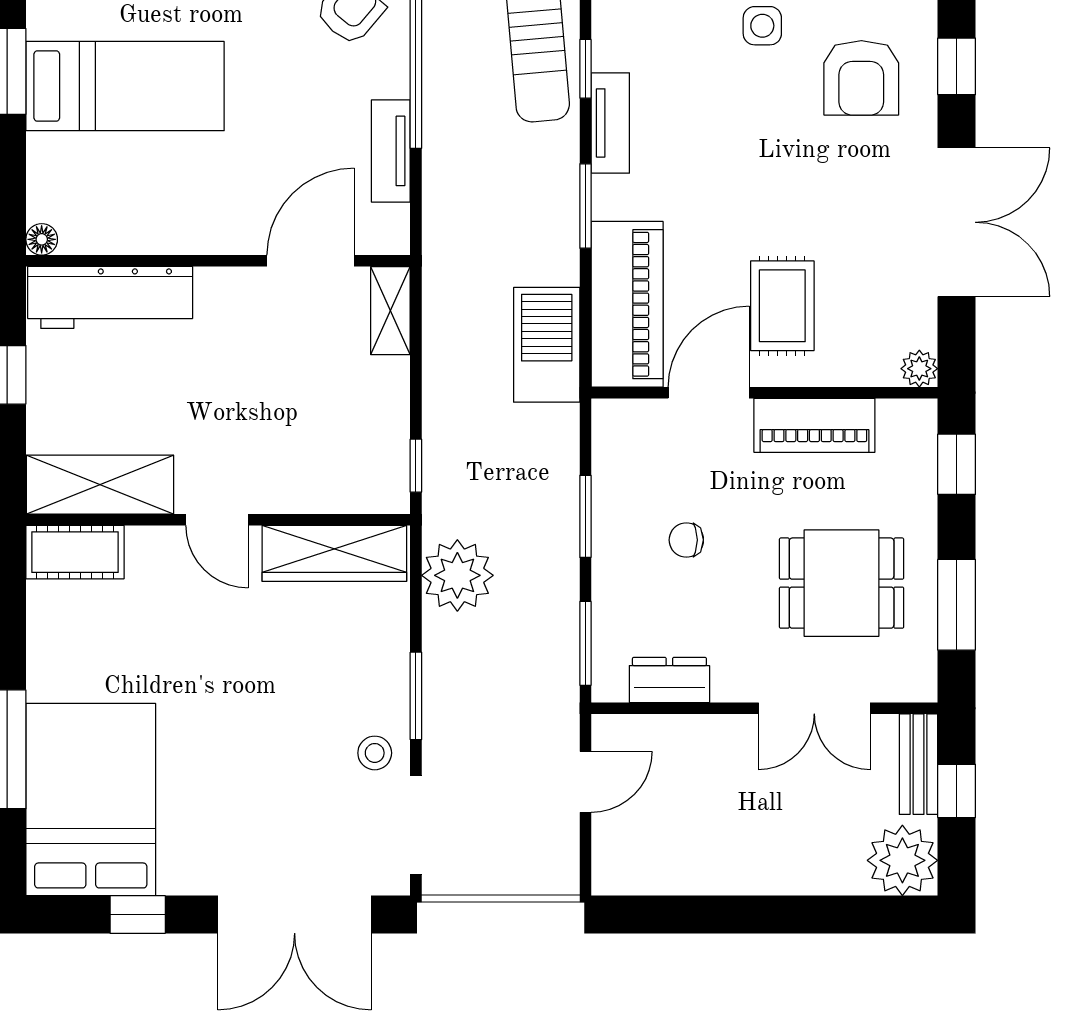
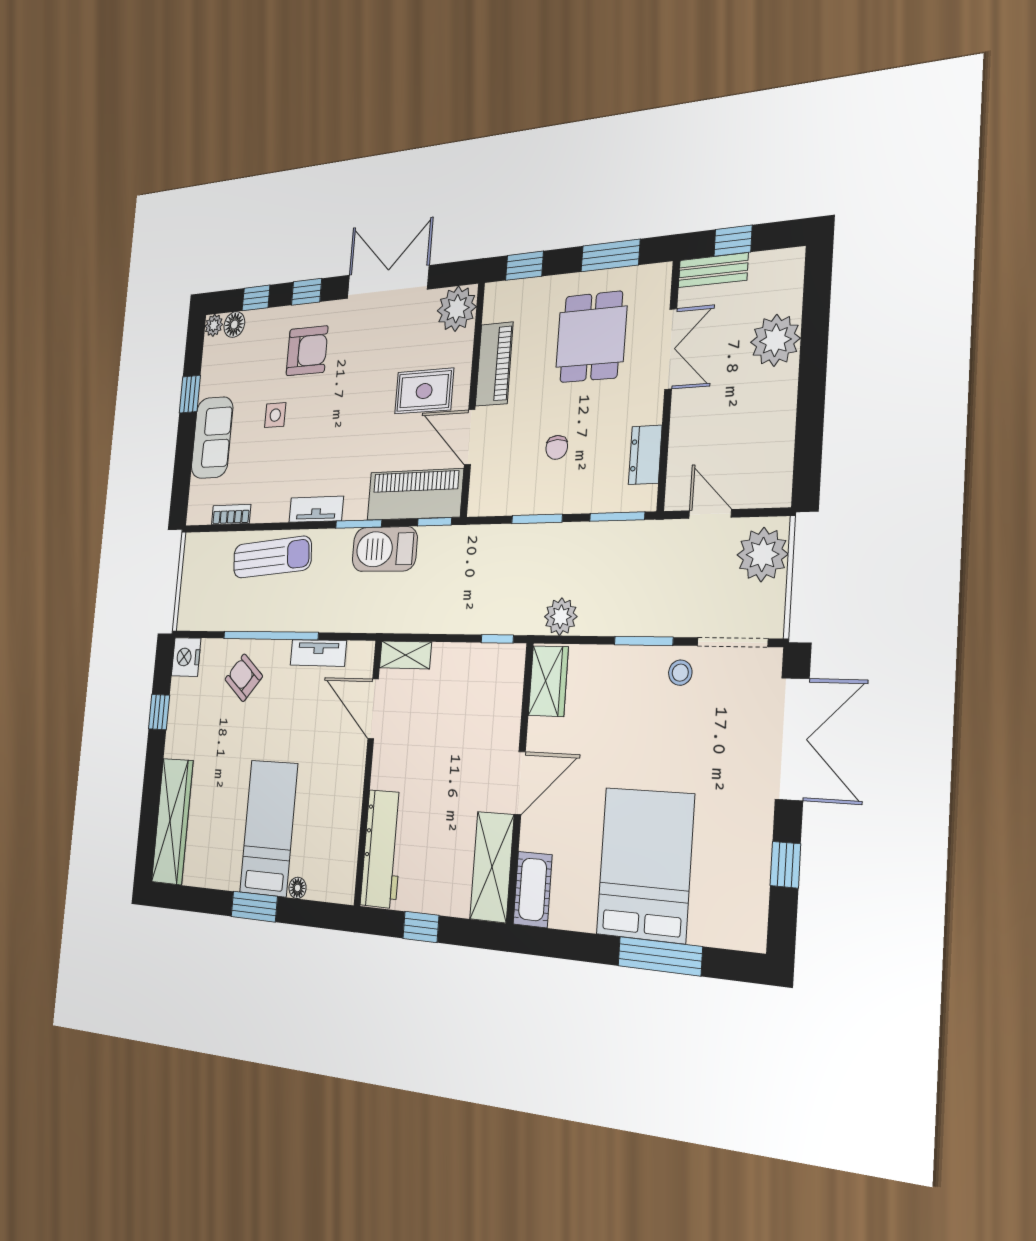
window: (585, 69) -> (435, 522), moved
floor lamp: (42, 239) -> (297, 888), moved
barbecue: (547, 345) -> (385, 549), moved
plant: (919, 369) -> (457, 309), width x1.88, depth x1.88
door: (217, 520) -> (520, 783), width x1.38
wardrobe: (334, 553) -> (548, 681), width x0.67
plant: (457, 575) -> (561, 617), width x0.73, depth x0.73
bed: (91, 800) -> (645, 865), moved, turned 90
plant: (530, 860) -> (763, 554), added
plant: (902, 860) -> (775, 340), moved

